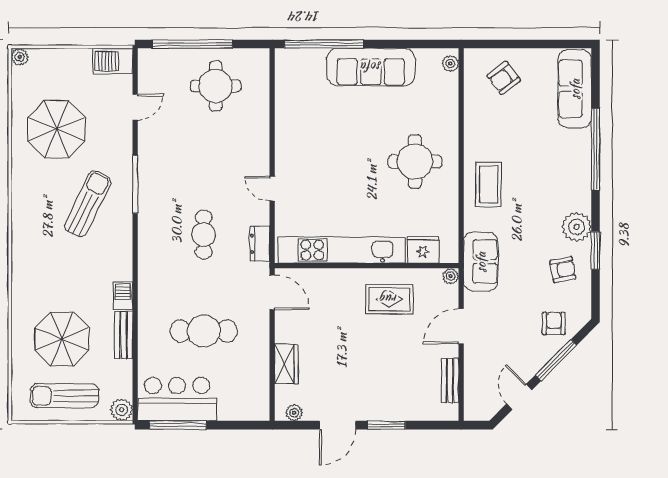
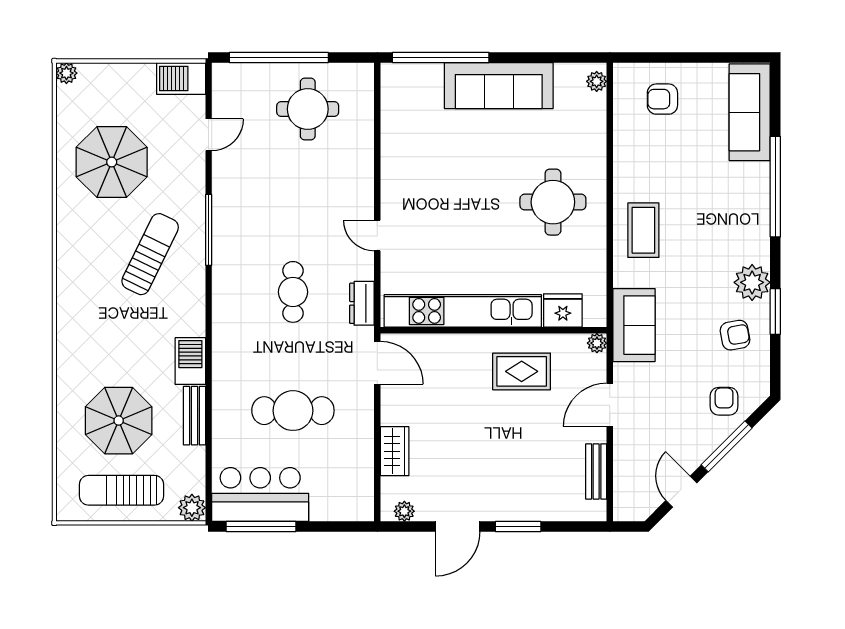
armchair: (504, 78) -> (662, 99), turned 37
barbecue: (123, 296) -> (190, 361), width x1.38, depth x1.27

